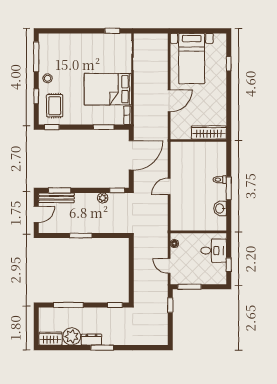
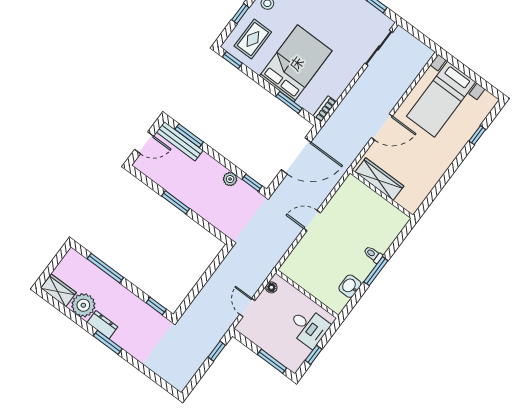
bed: (108, 89) -> (296, 63), moved, turned 90
wardrobe: (209, 133) -> (379, 179), moved
window: (189, 287) -> (272, 361), moved

